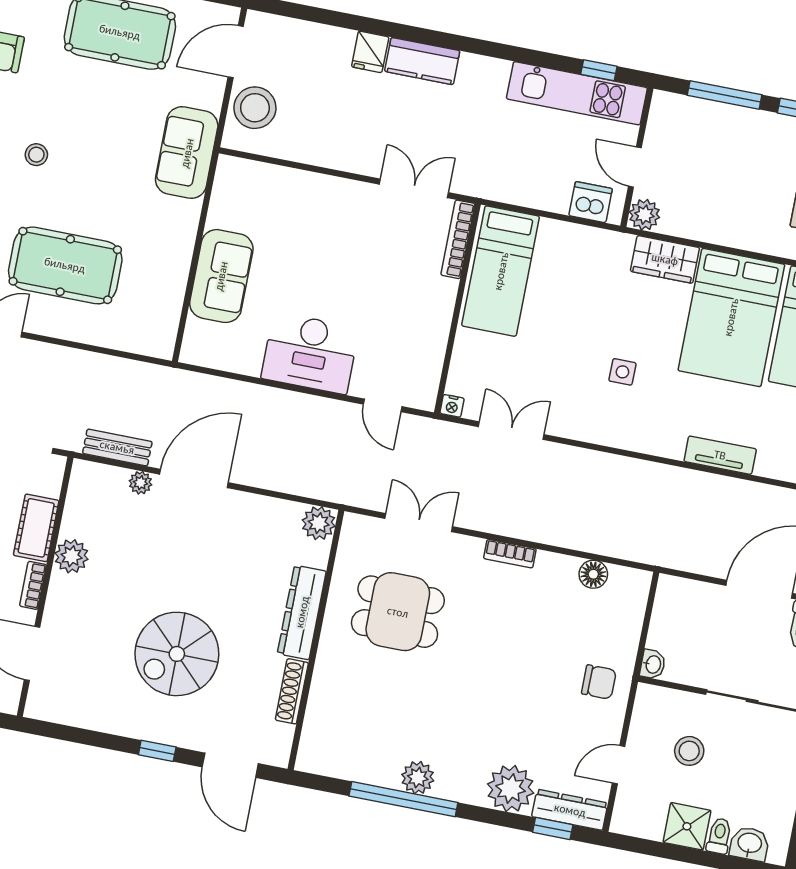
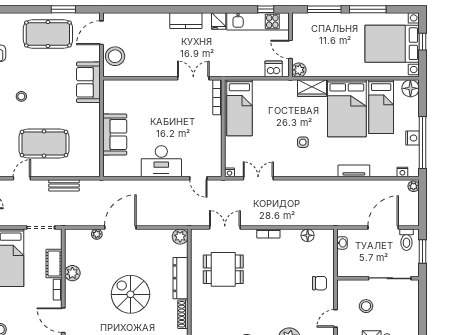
fridge: (370, 52) -> (219, 21), moved
bench: (117, 447) -> (64, 185), moved
spiral stairs: (177, 654) -> (130, 294), moved, turned 90
washbasin: (653, 664) -> (342, 243), moved

